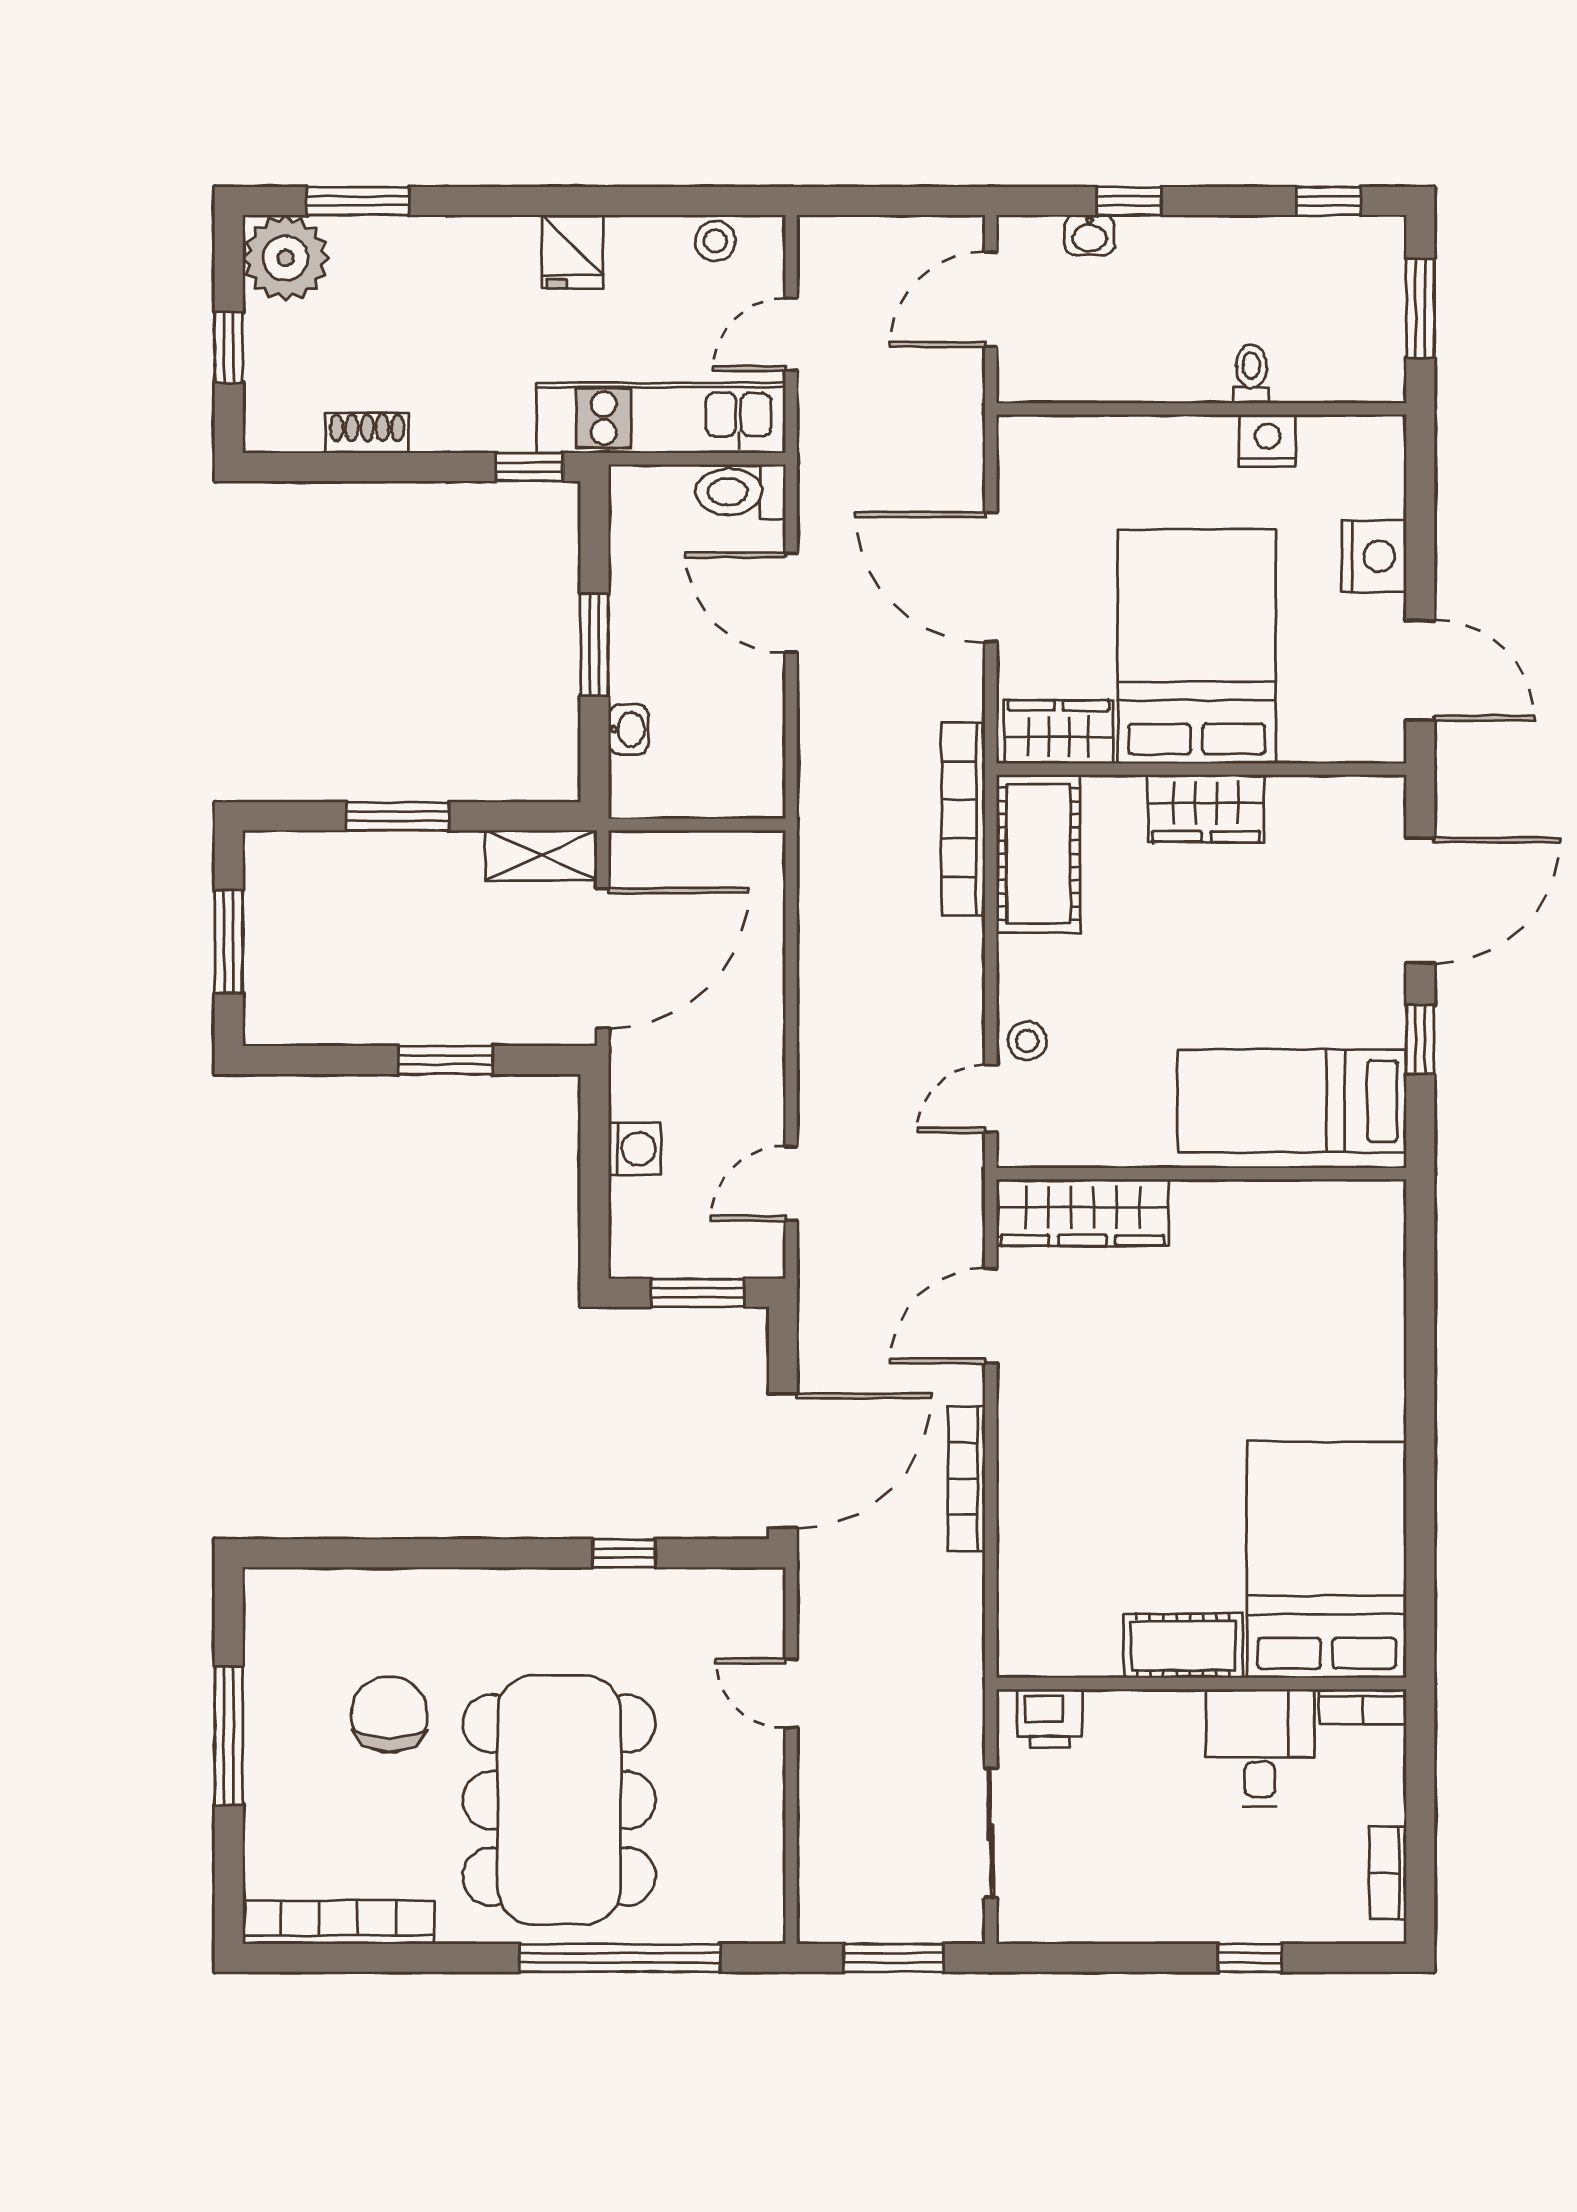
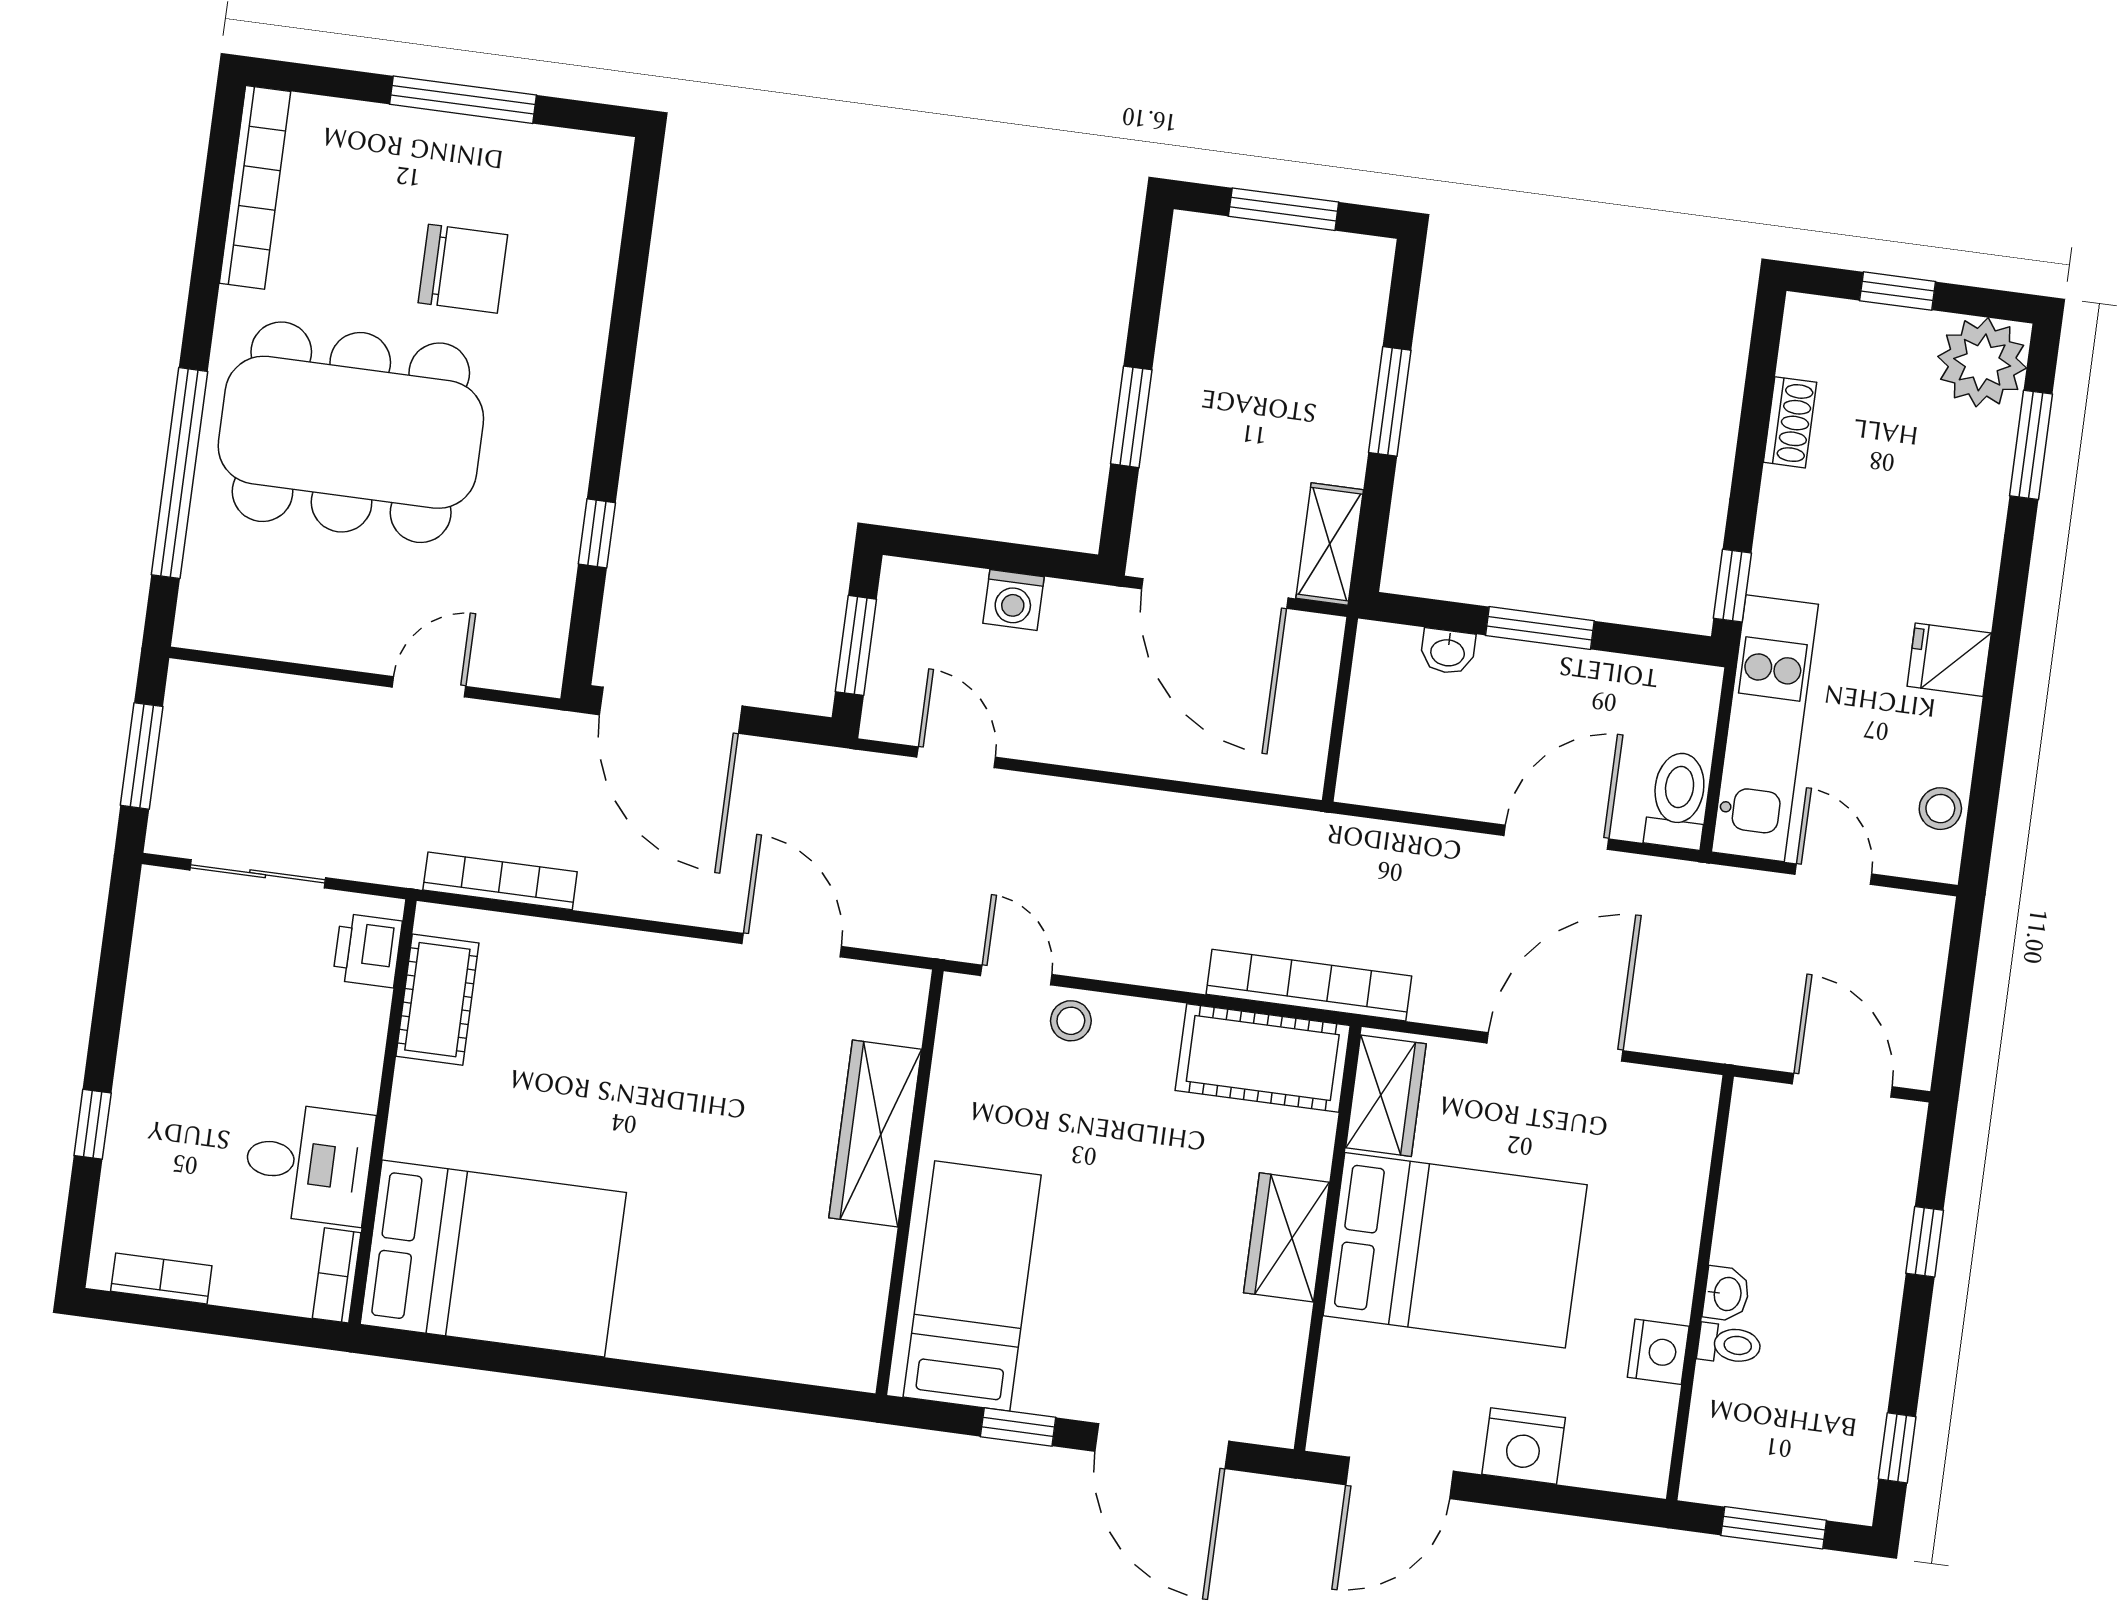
washbasin: (1090, 235) -> (1726, 1294), moved, turned 180
wardrobe: (1082, 1213) -> (875, 1134), moved
bookcase: (967, 1479) -> (500, 881), moved
cot: (1183, 1646) -> (437, 1000), moved

